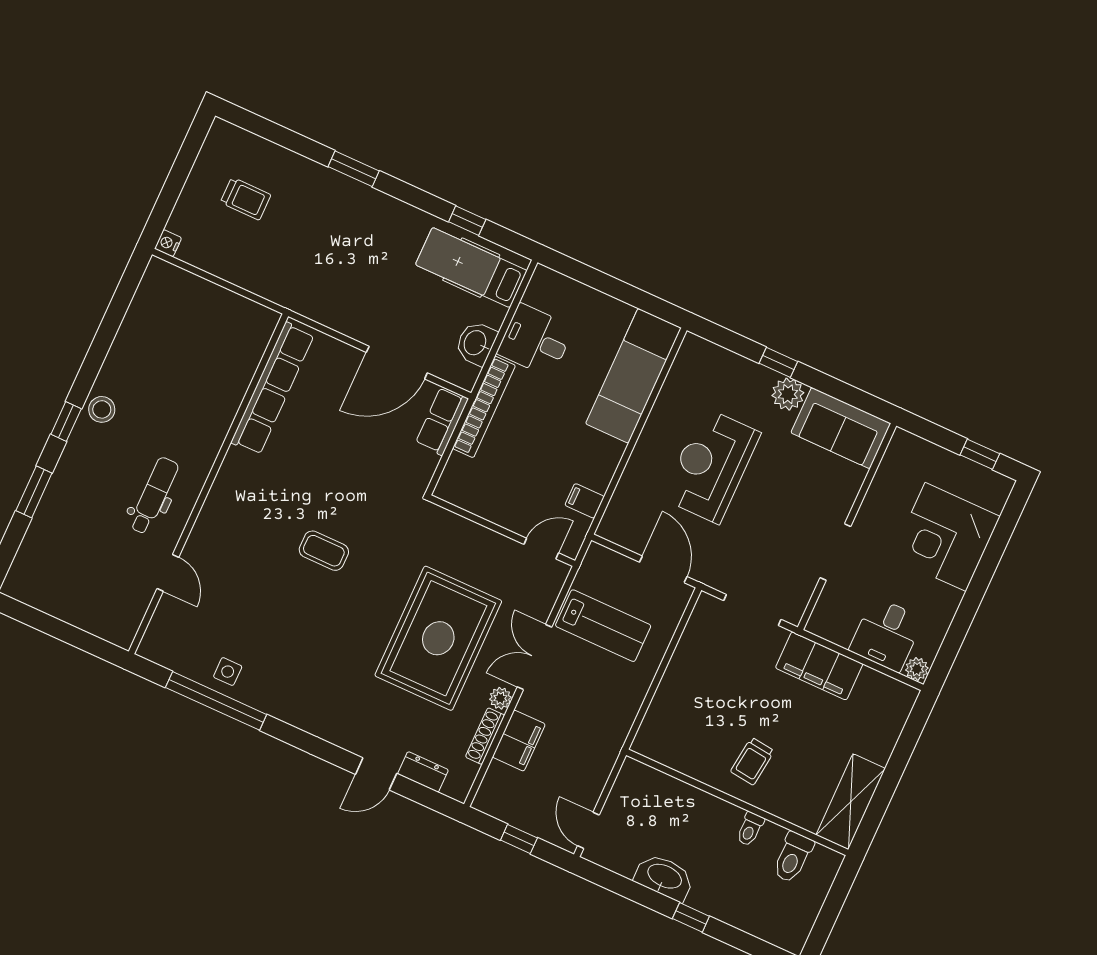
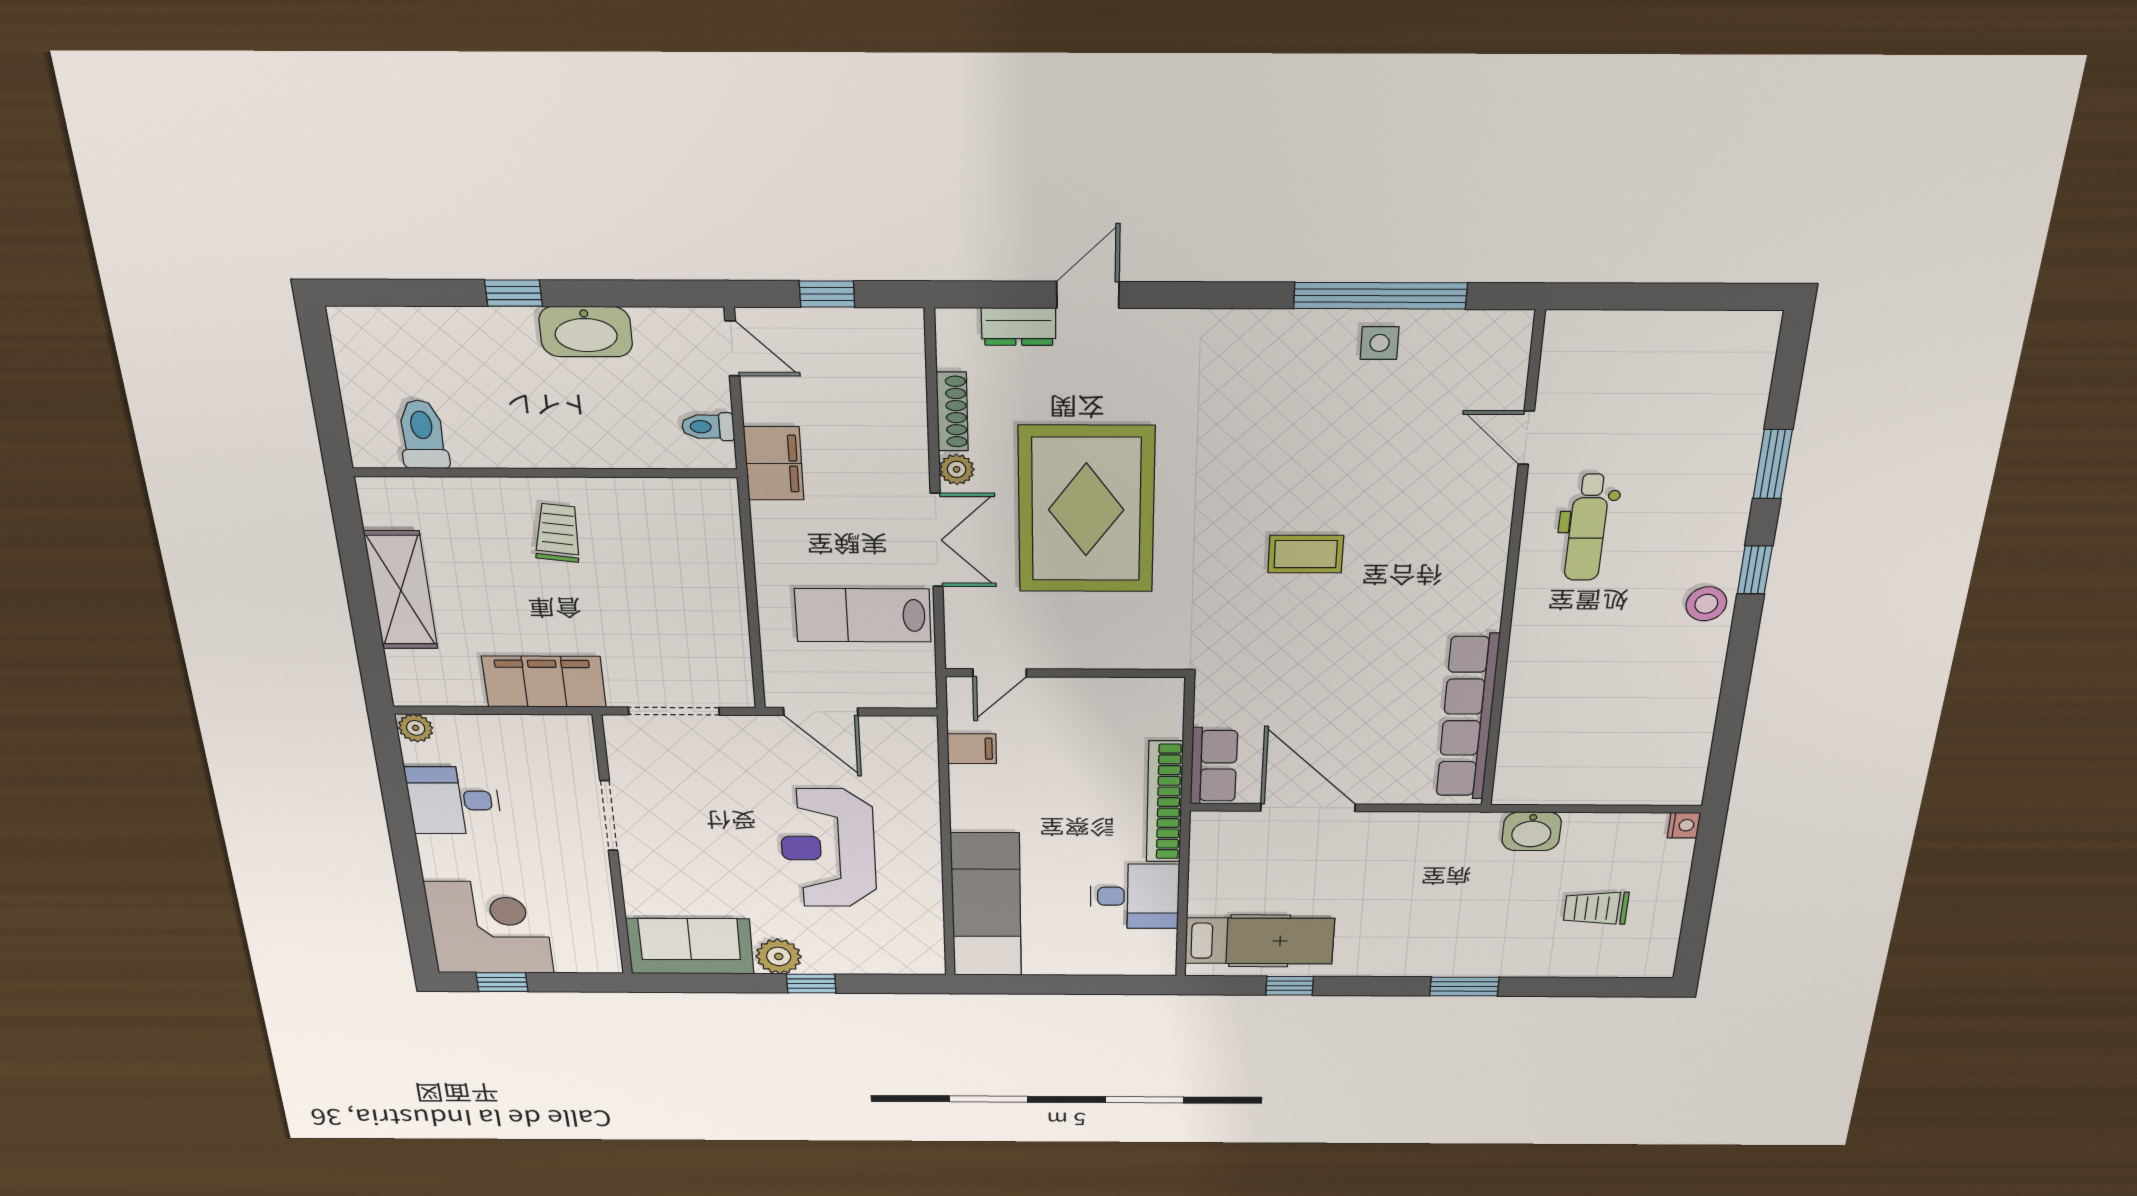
washbasin: (476, 343) -> (1532, 831), moved, turned 90
door: (397, 363) -> (1308, 808), hinge flipped
reception desk: (711, 466) -> (828, 848), turned 180
corner desk: (946, 537) -> (489, 928), moved
desk: (886, 634) -> (454, 800), moved, turned -90
filing cabinet: (519, 741) -> (774, 464), moved, turned 180
shelving: (851, 802) -> (401, 590), moved
toilet: (750, 829) -> (708, 427), moved, turned -90

